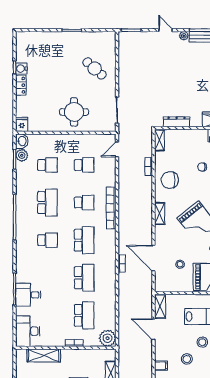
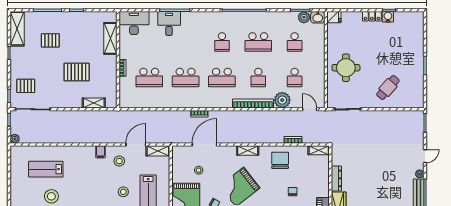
dresser: (177, 122) -> (336, 178), moved
plant: (108, 338) -> (282, 100), moved
stool: (187, 359) -> (119, 161), moved

